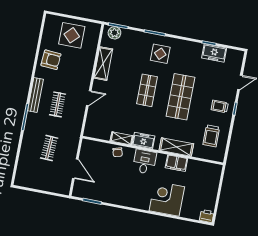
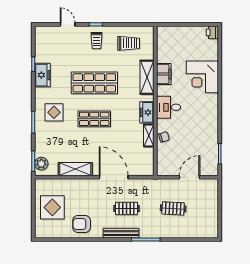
freezer: (214, 53) -> (42, 75), moved
armchair: (51, 60) -> (82, 224), turned -94
door: (89, 98) -> (114, 177), width x1.88

